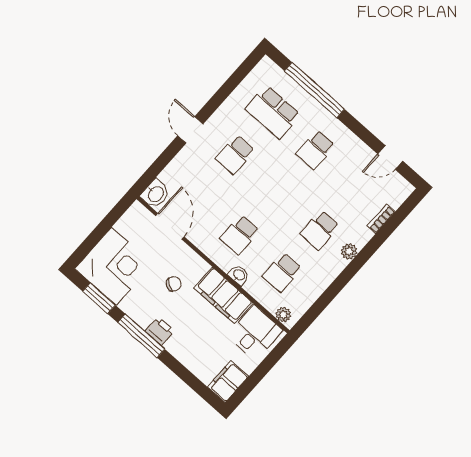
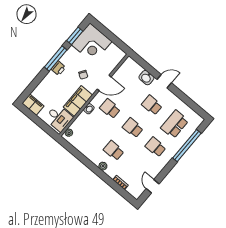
washbasin: (155, 194) -> (146, 78), moved
door: (170, 226) -> (104, 83), moved
school desk: (282, 272) -> (133, 128), moved

